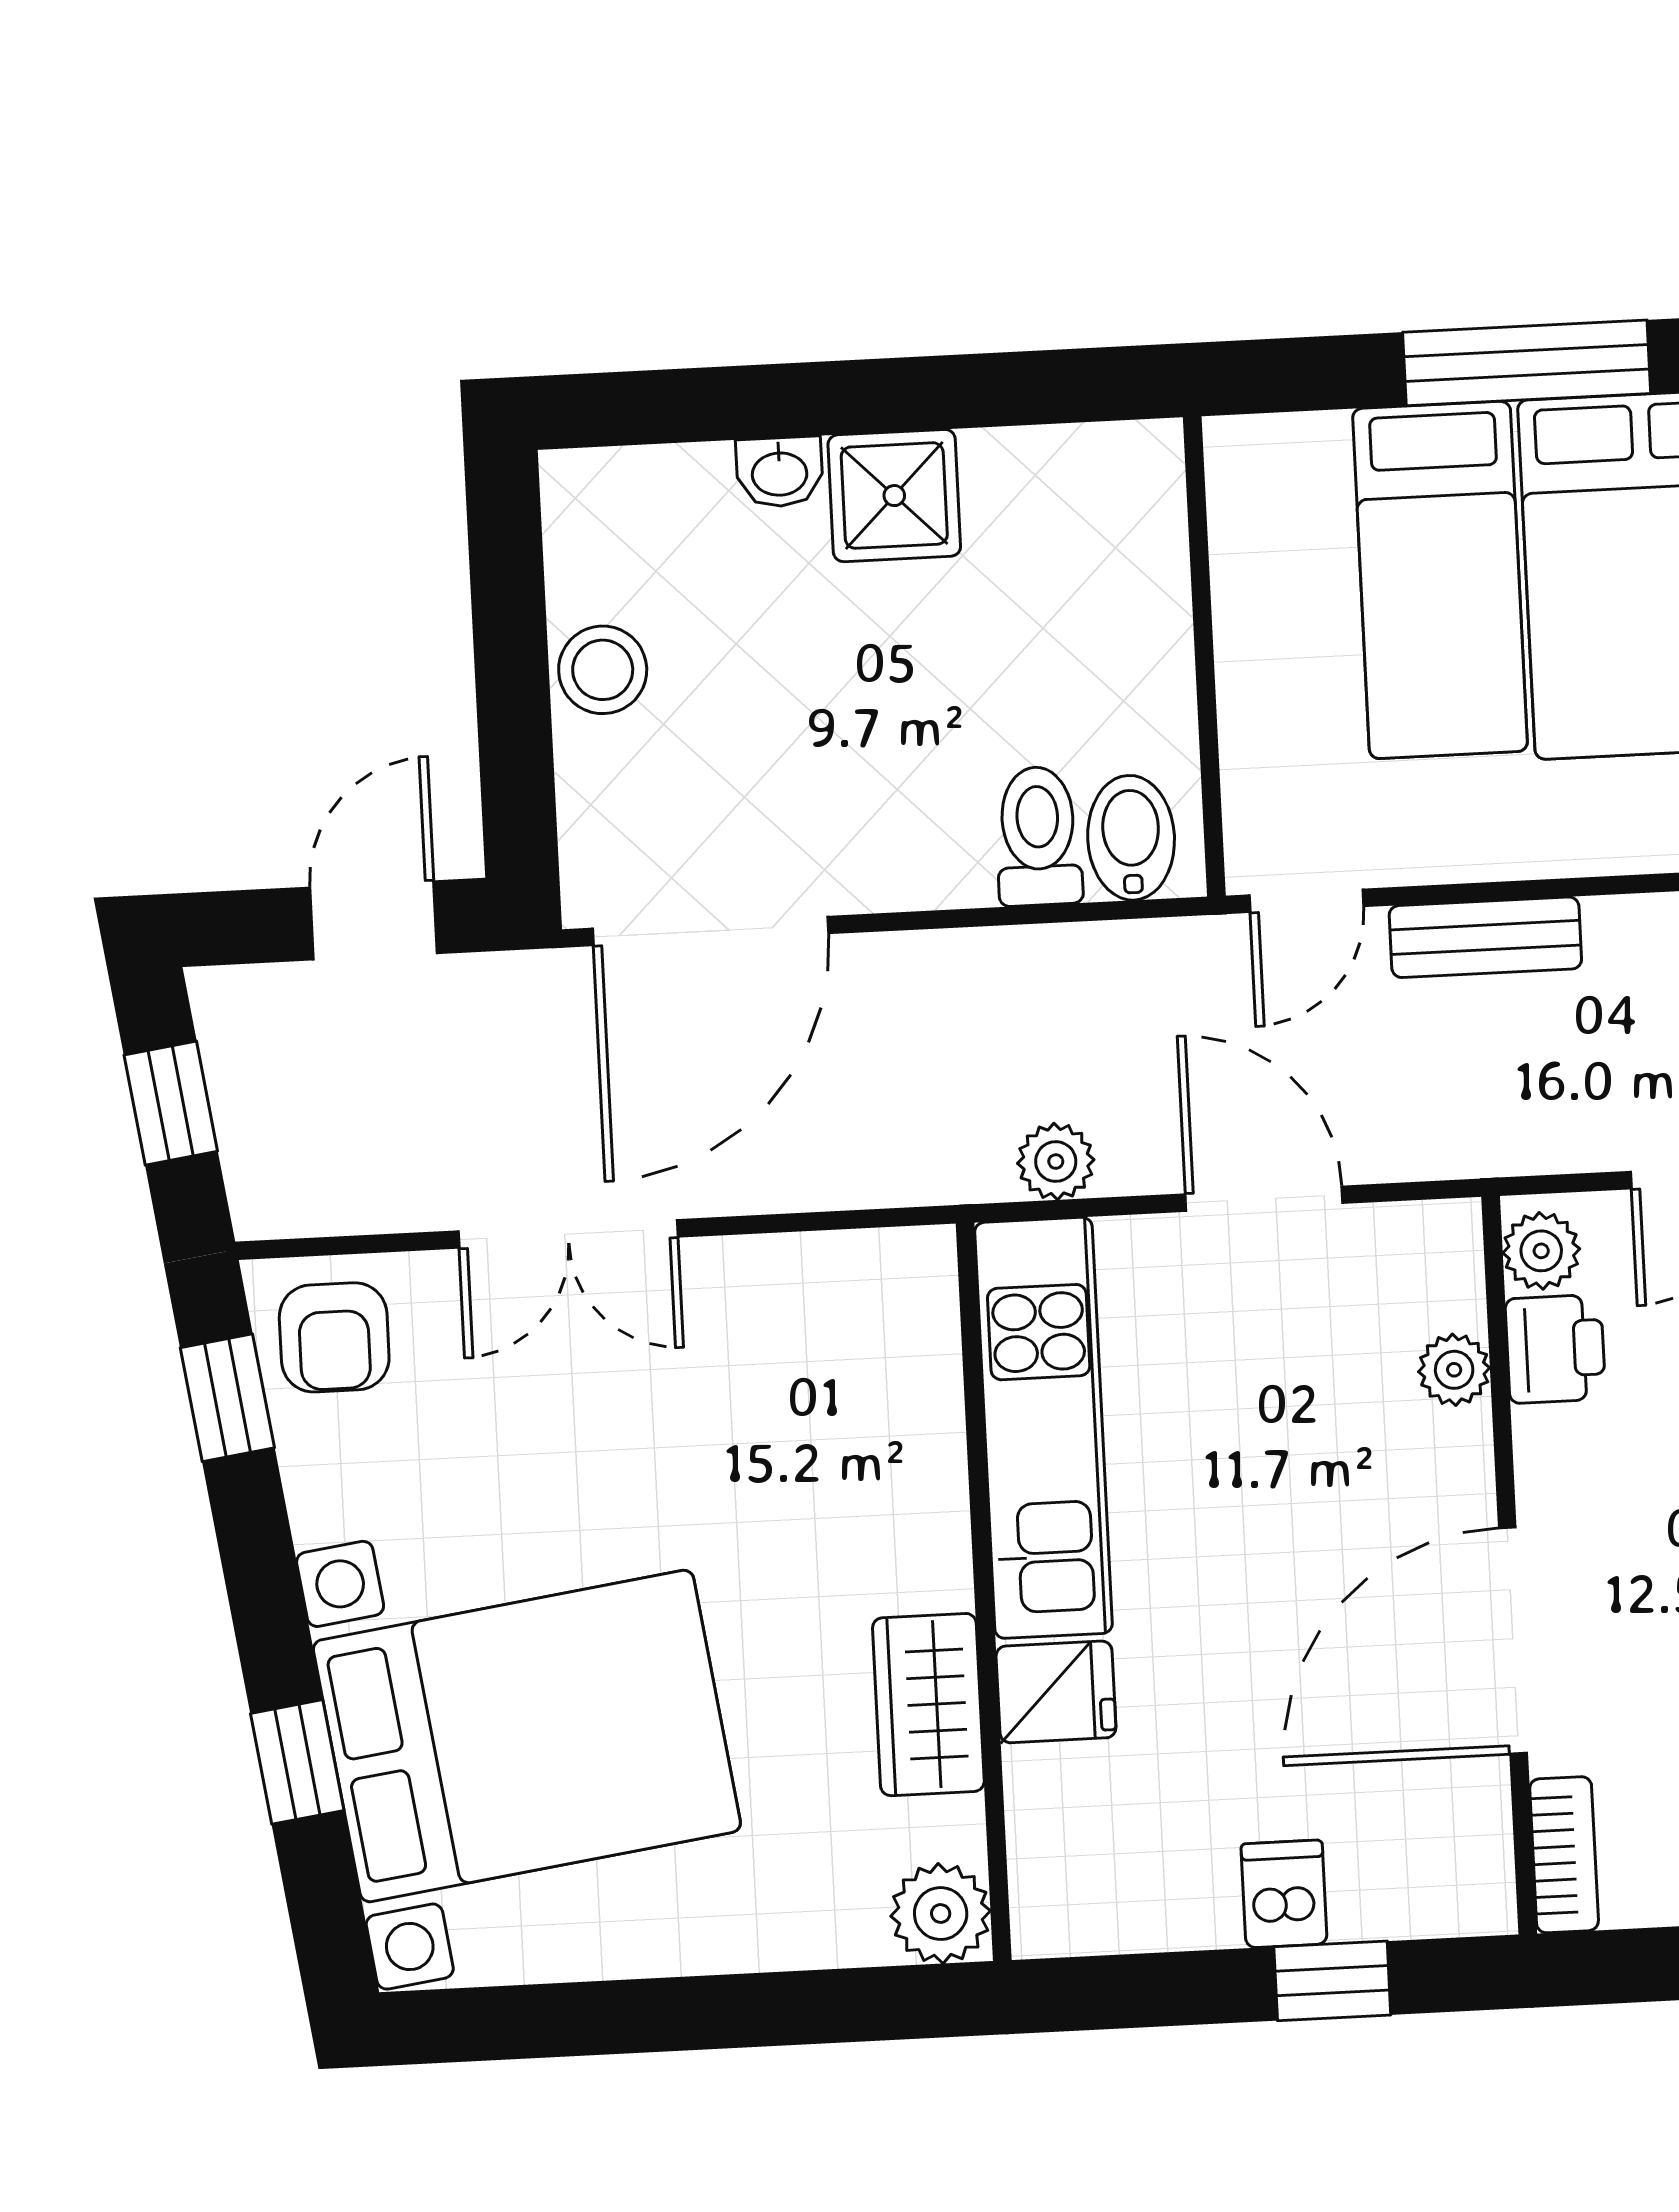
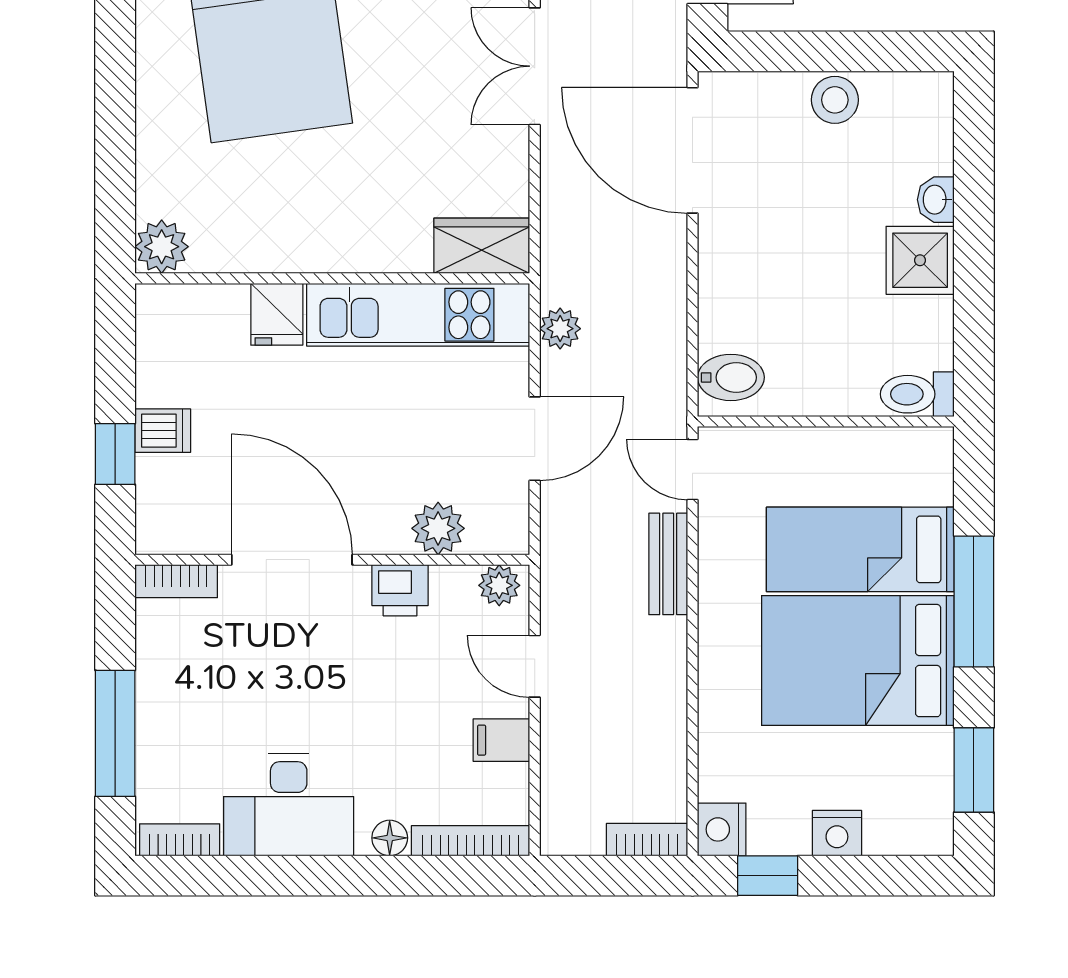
toilet: (1038, 836) -> (917, 394), moved, turned 180
printer: (1555, 1349) -> (400, 590), moved
plant: (1454, 1370) -> (438, 528), width x1.38, depth x1.38
wardrobe: (928, 1705) -> (482, 246), moved

